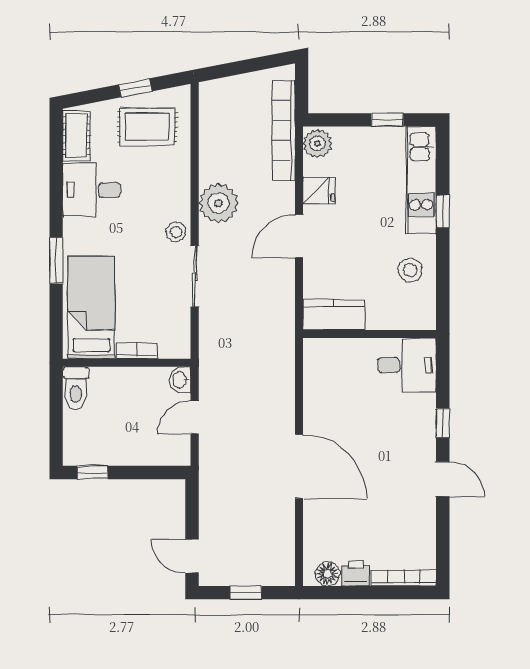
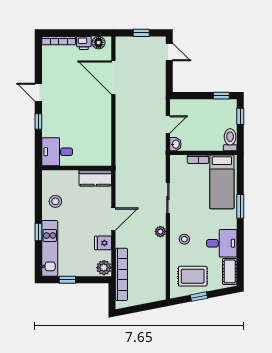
plant: (218, 203) -> (160, 232), width x0.53, depth x0.53
stool: (176, 232) -> (184, 239), moved
window: (56, 433) -> (240, 116), added
door: (299, 466) -> (113, 78), moved

